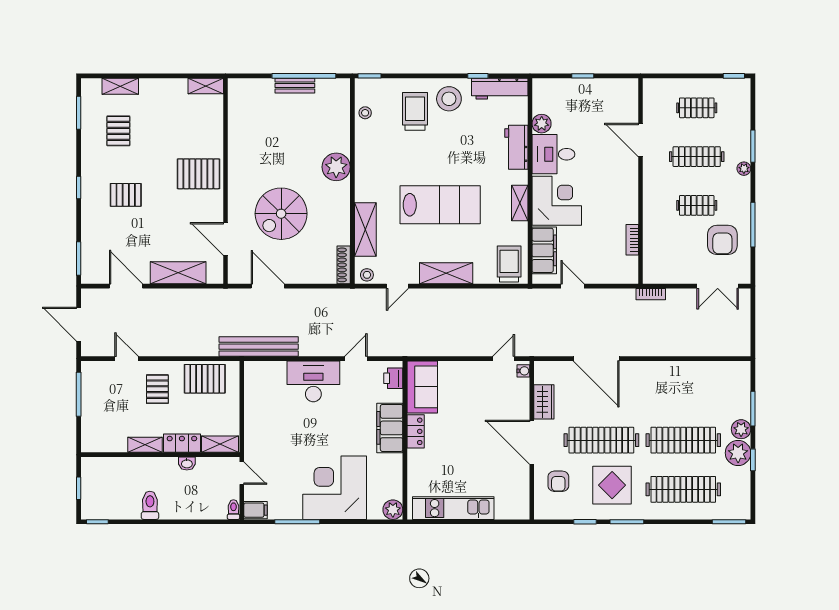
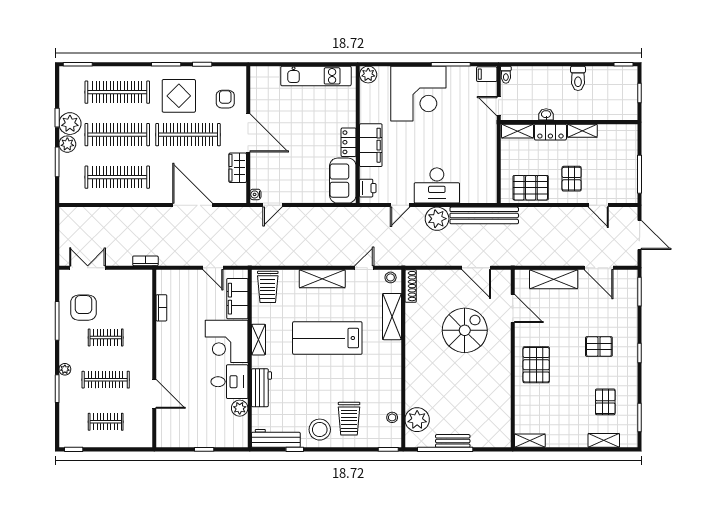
plant: (336, 167) -> (417, 420), moved
pallet: (198, 174) -> (536, 365), turned 90
plant: (313, 343) -> (437, 219), added
clothes rail: (683, 391) -> (117, 177), added

